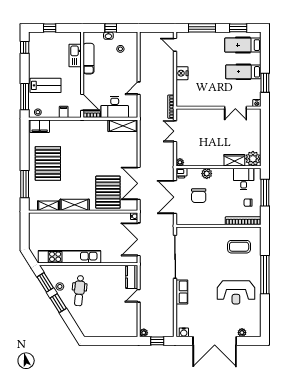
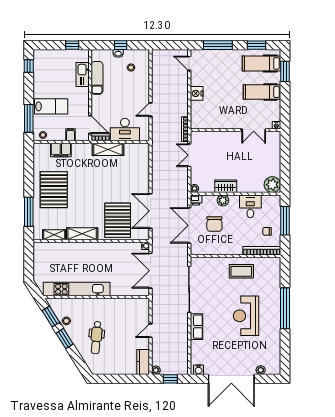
window: (50, 28) -> (72, 45), moved
window: (265, 83) -> (285, 71), moved
filing cabinet: (40, 126) -> (61, 150), moved
shelving: (123, 126) -> (108, 149), moved
wardrobe: (234, 160) -> (226, 186), moved
desk: (244, 179) -> (250, 206), moved
coffee table: (239, 247) -> (241, 271), moved
kitchen counter: (132, 277) -> (143, 362), moved
dental chair: (79, 291) -> (96, 338), moved
reception desk: (236, 292) -> (246, 316), moved, turned 90

